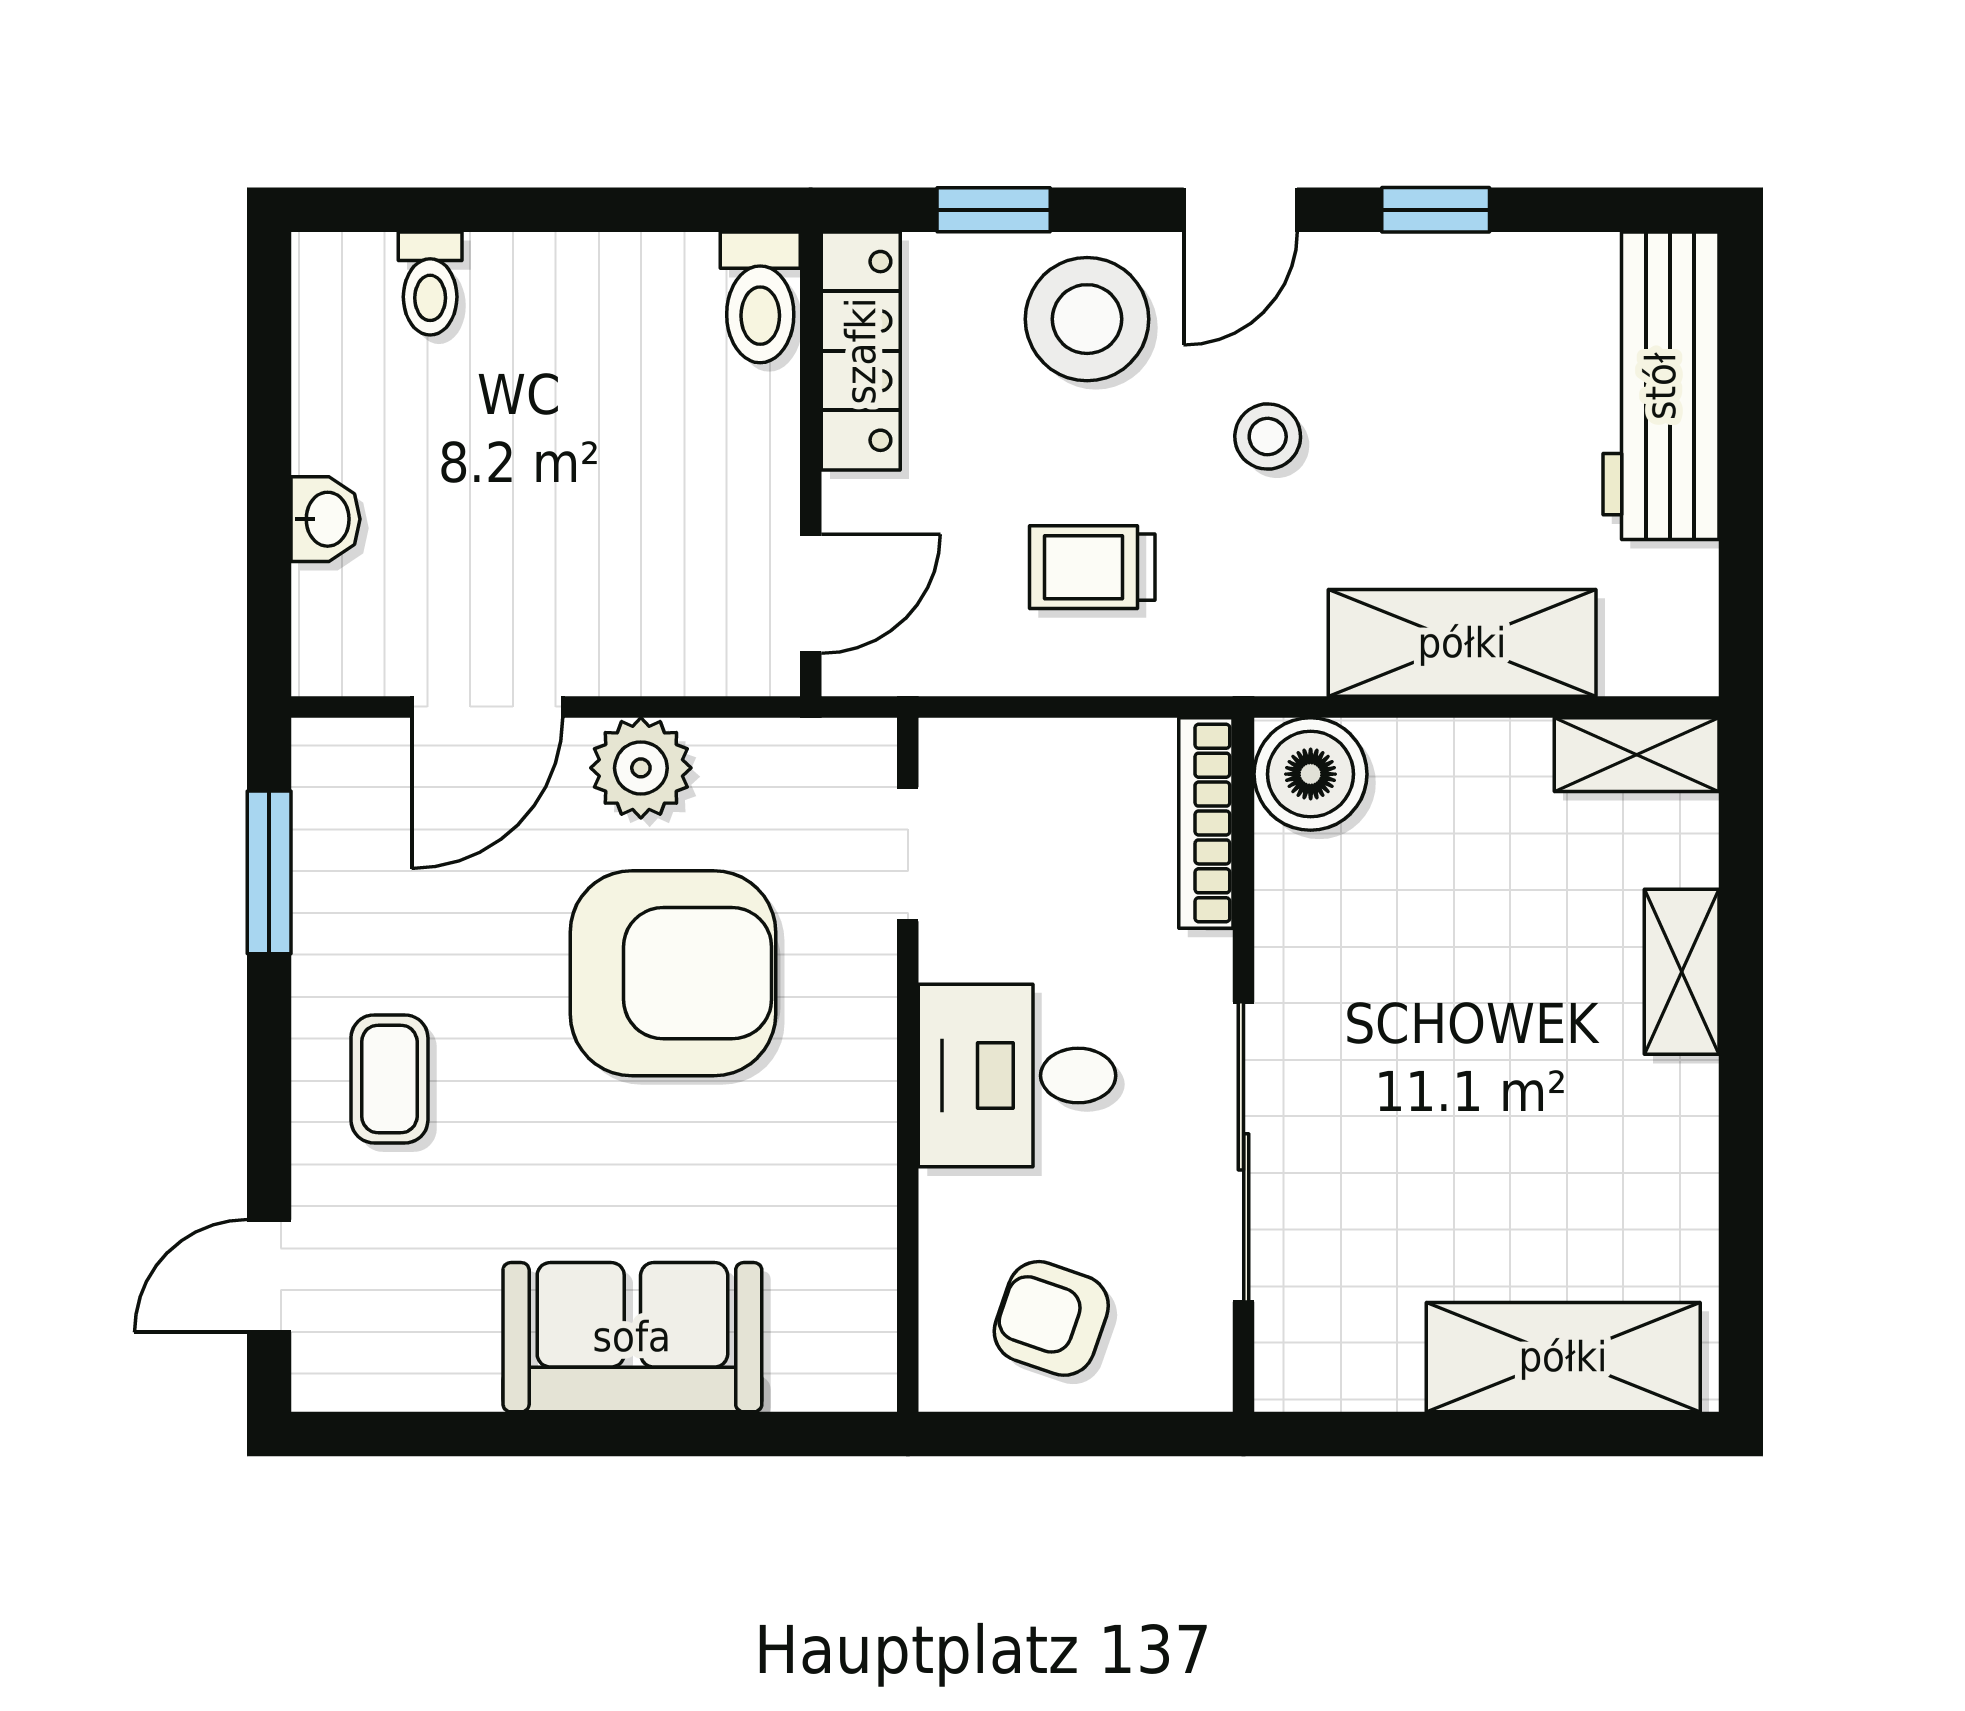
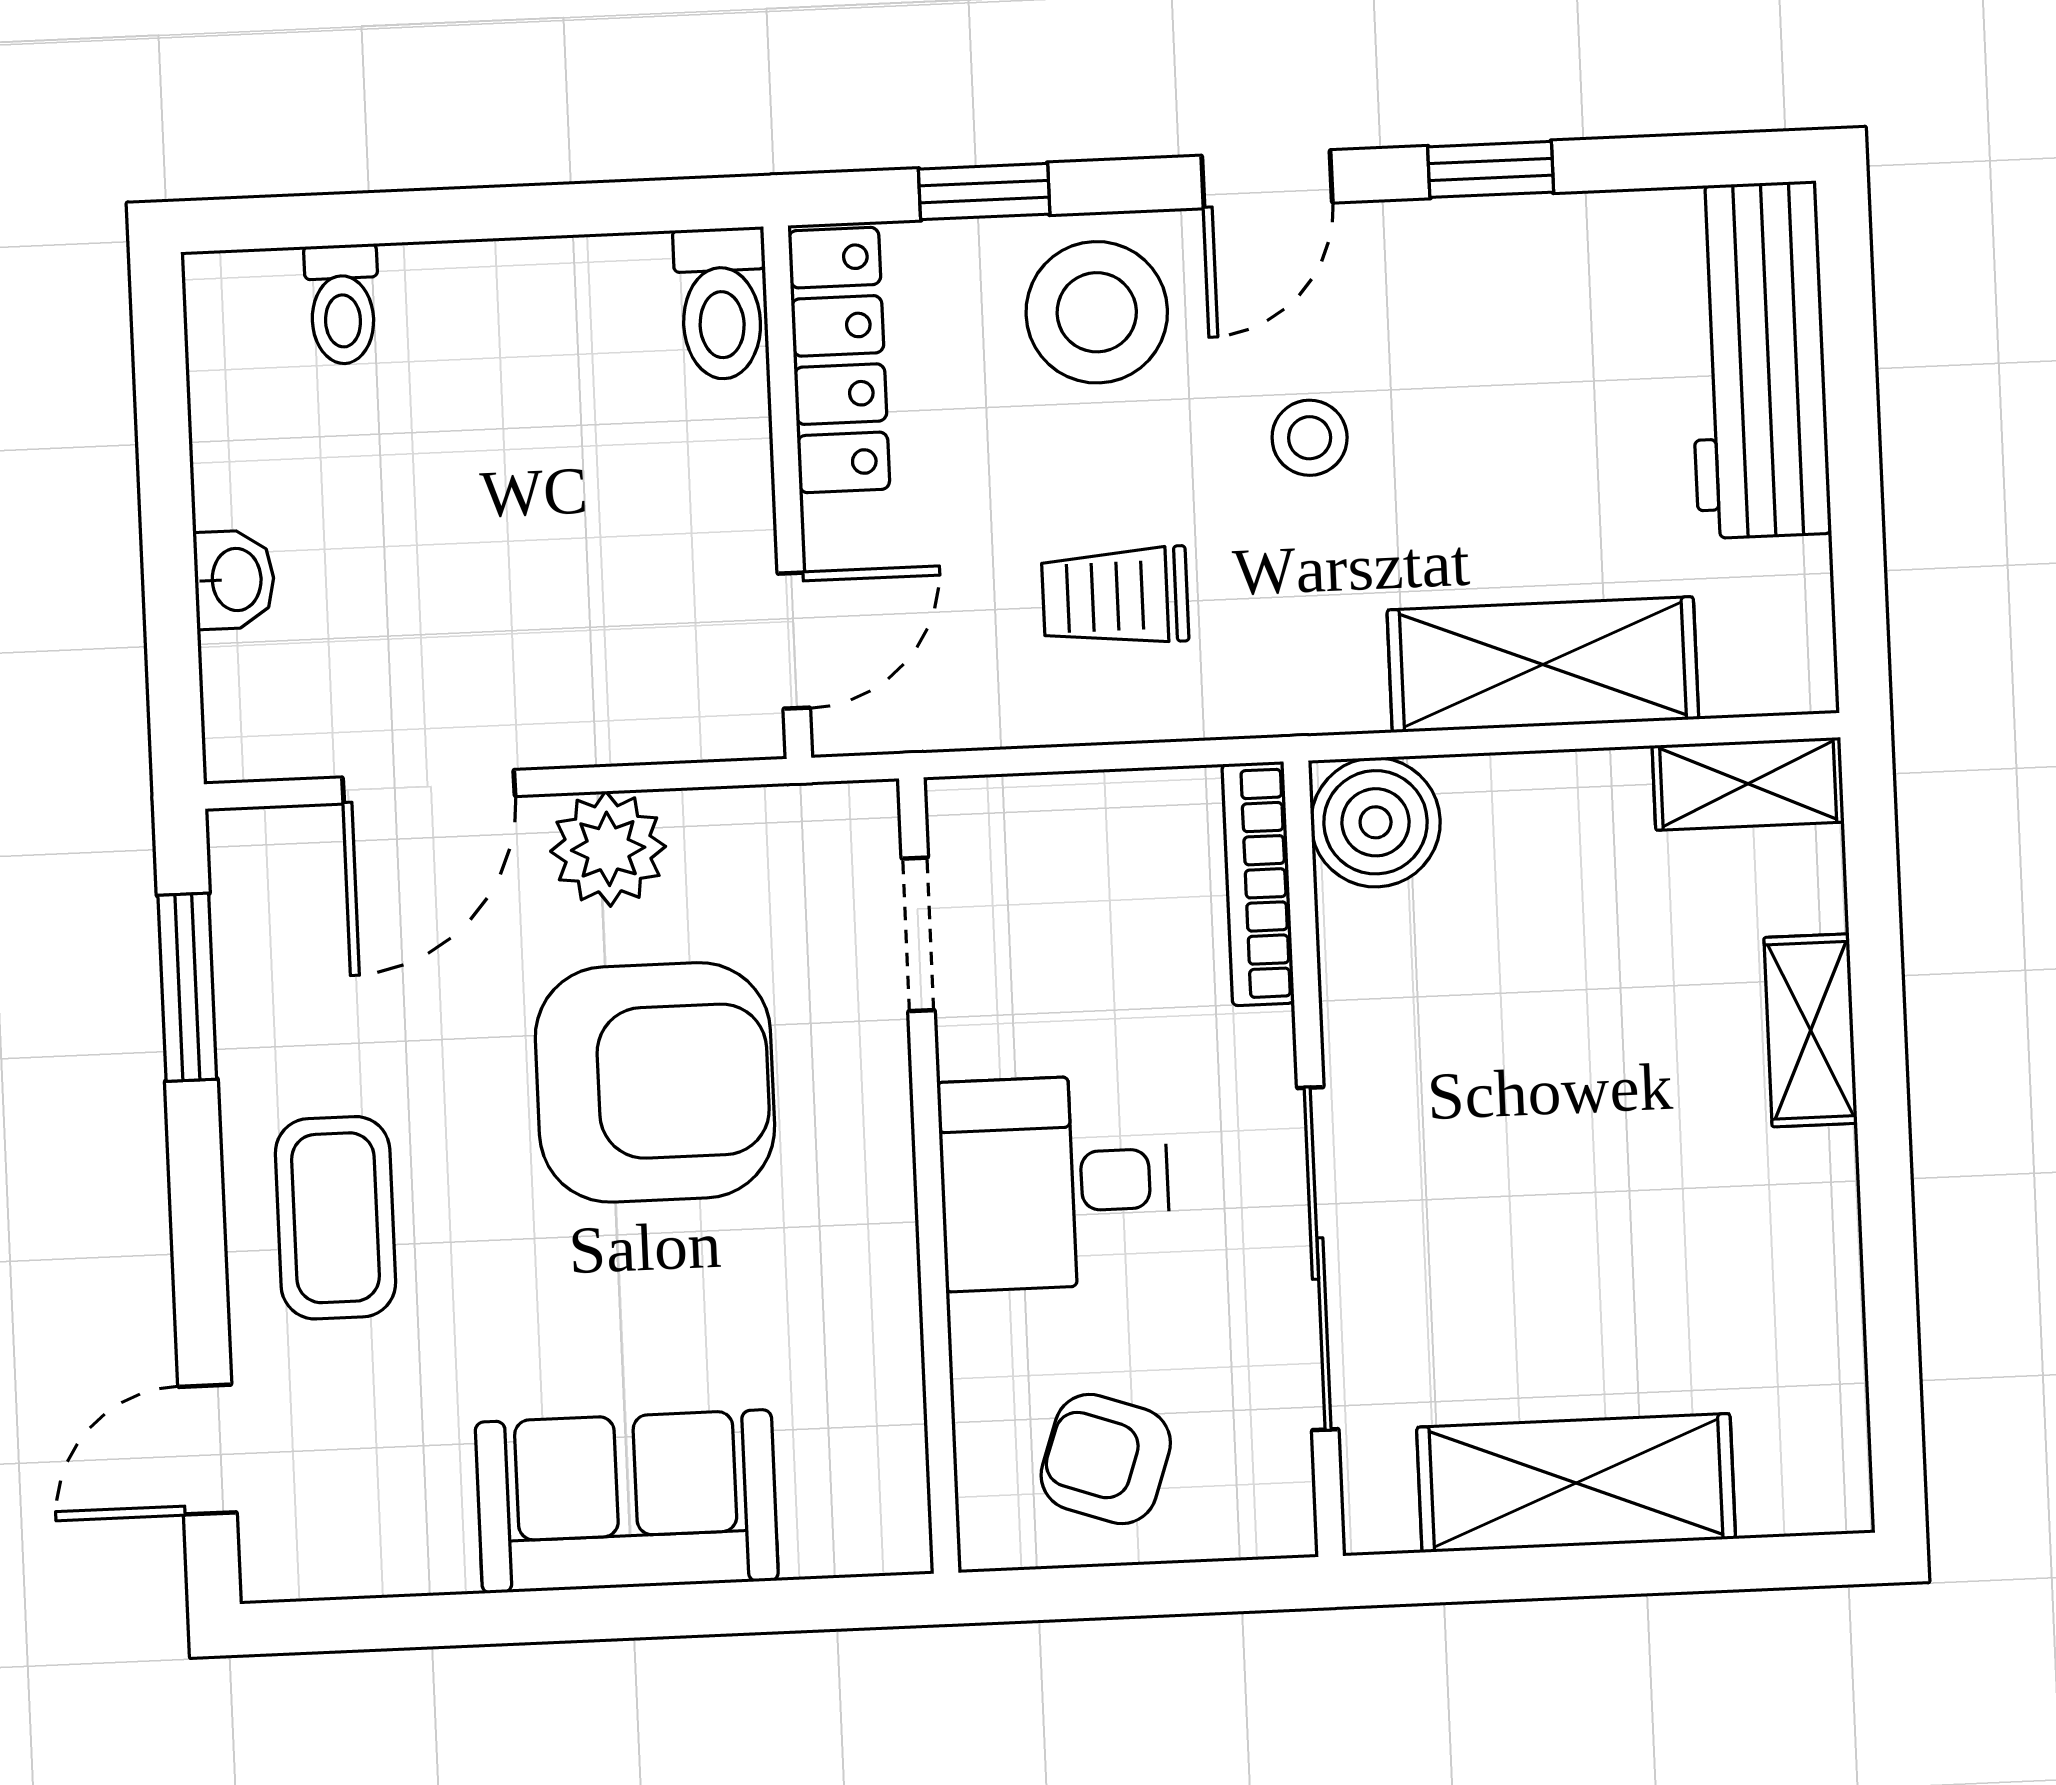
coffee table: (389, 1079) -> (335, 1218), width x1.36, depth x1.30
shelving: (1563, 1357) -> (1576, 1483), moved

